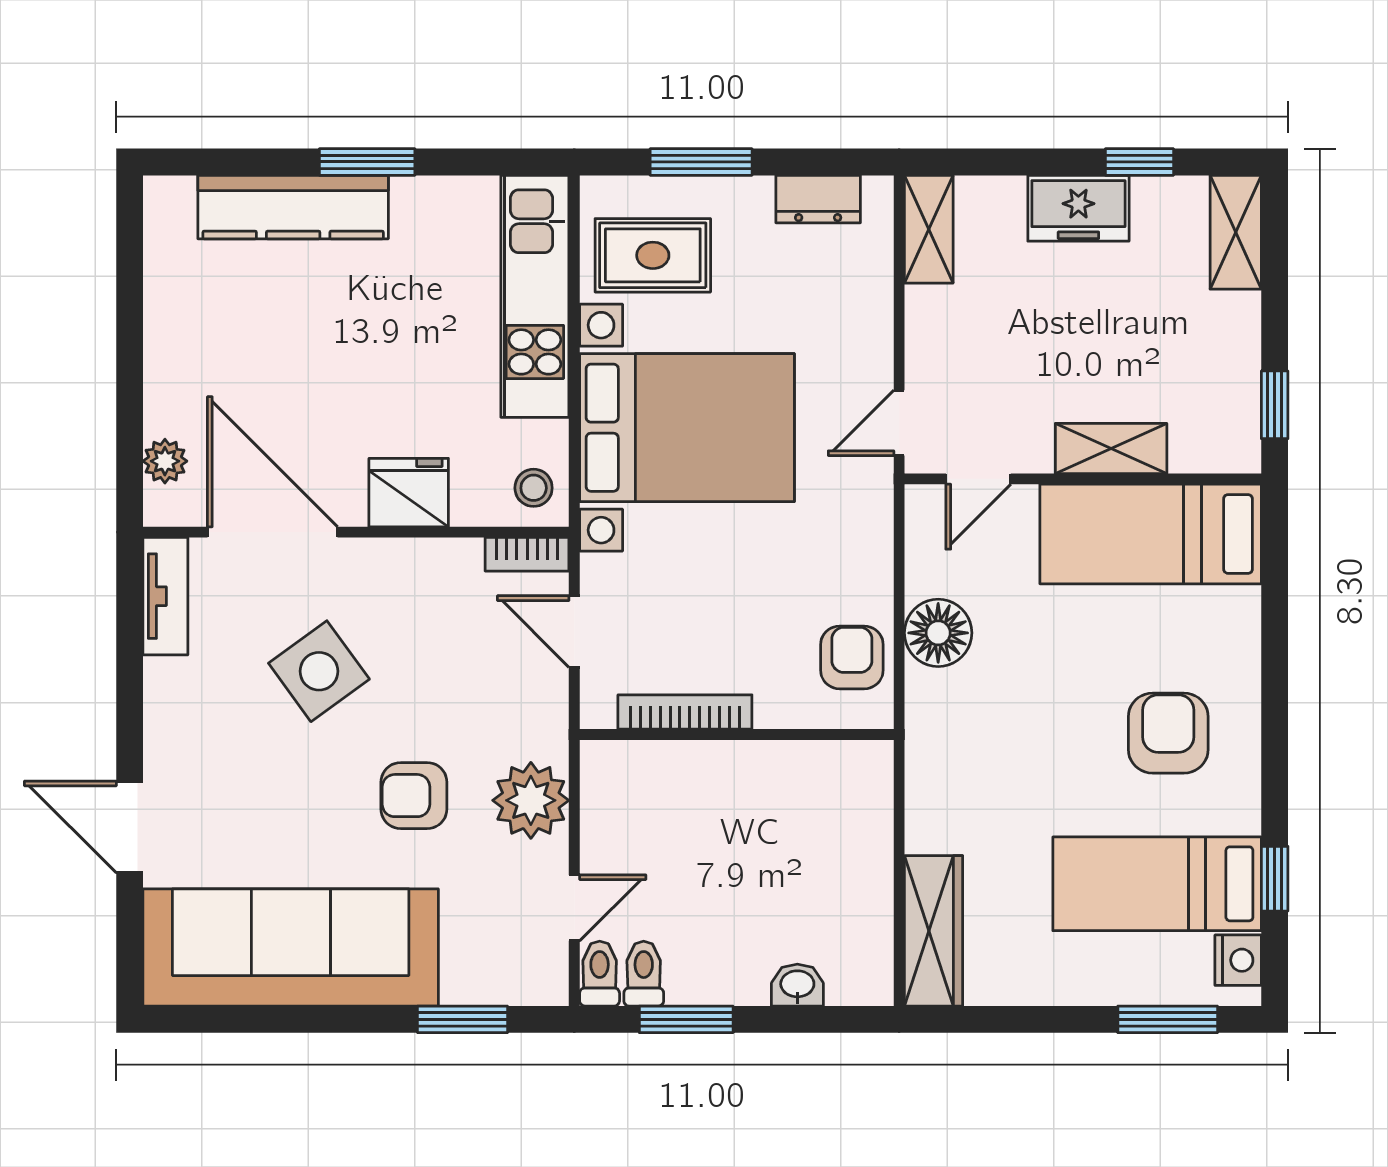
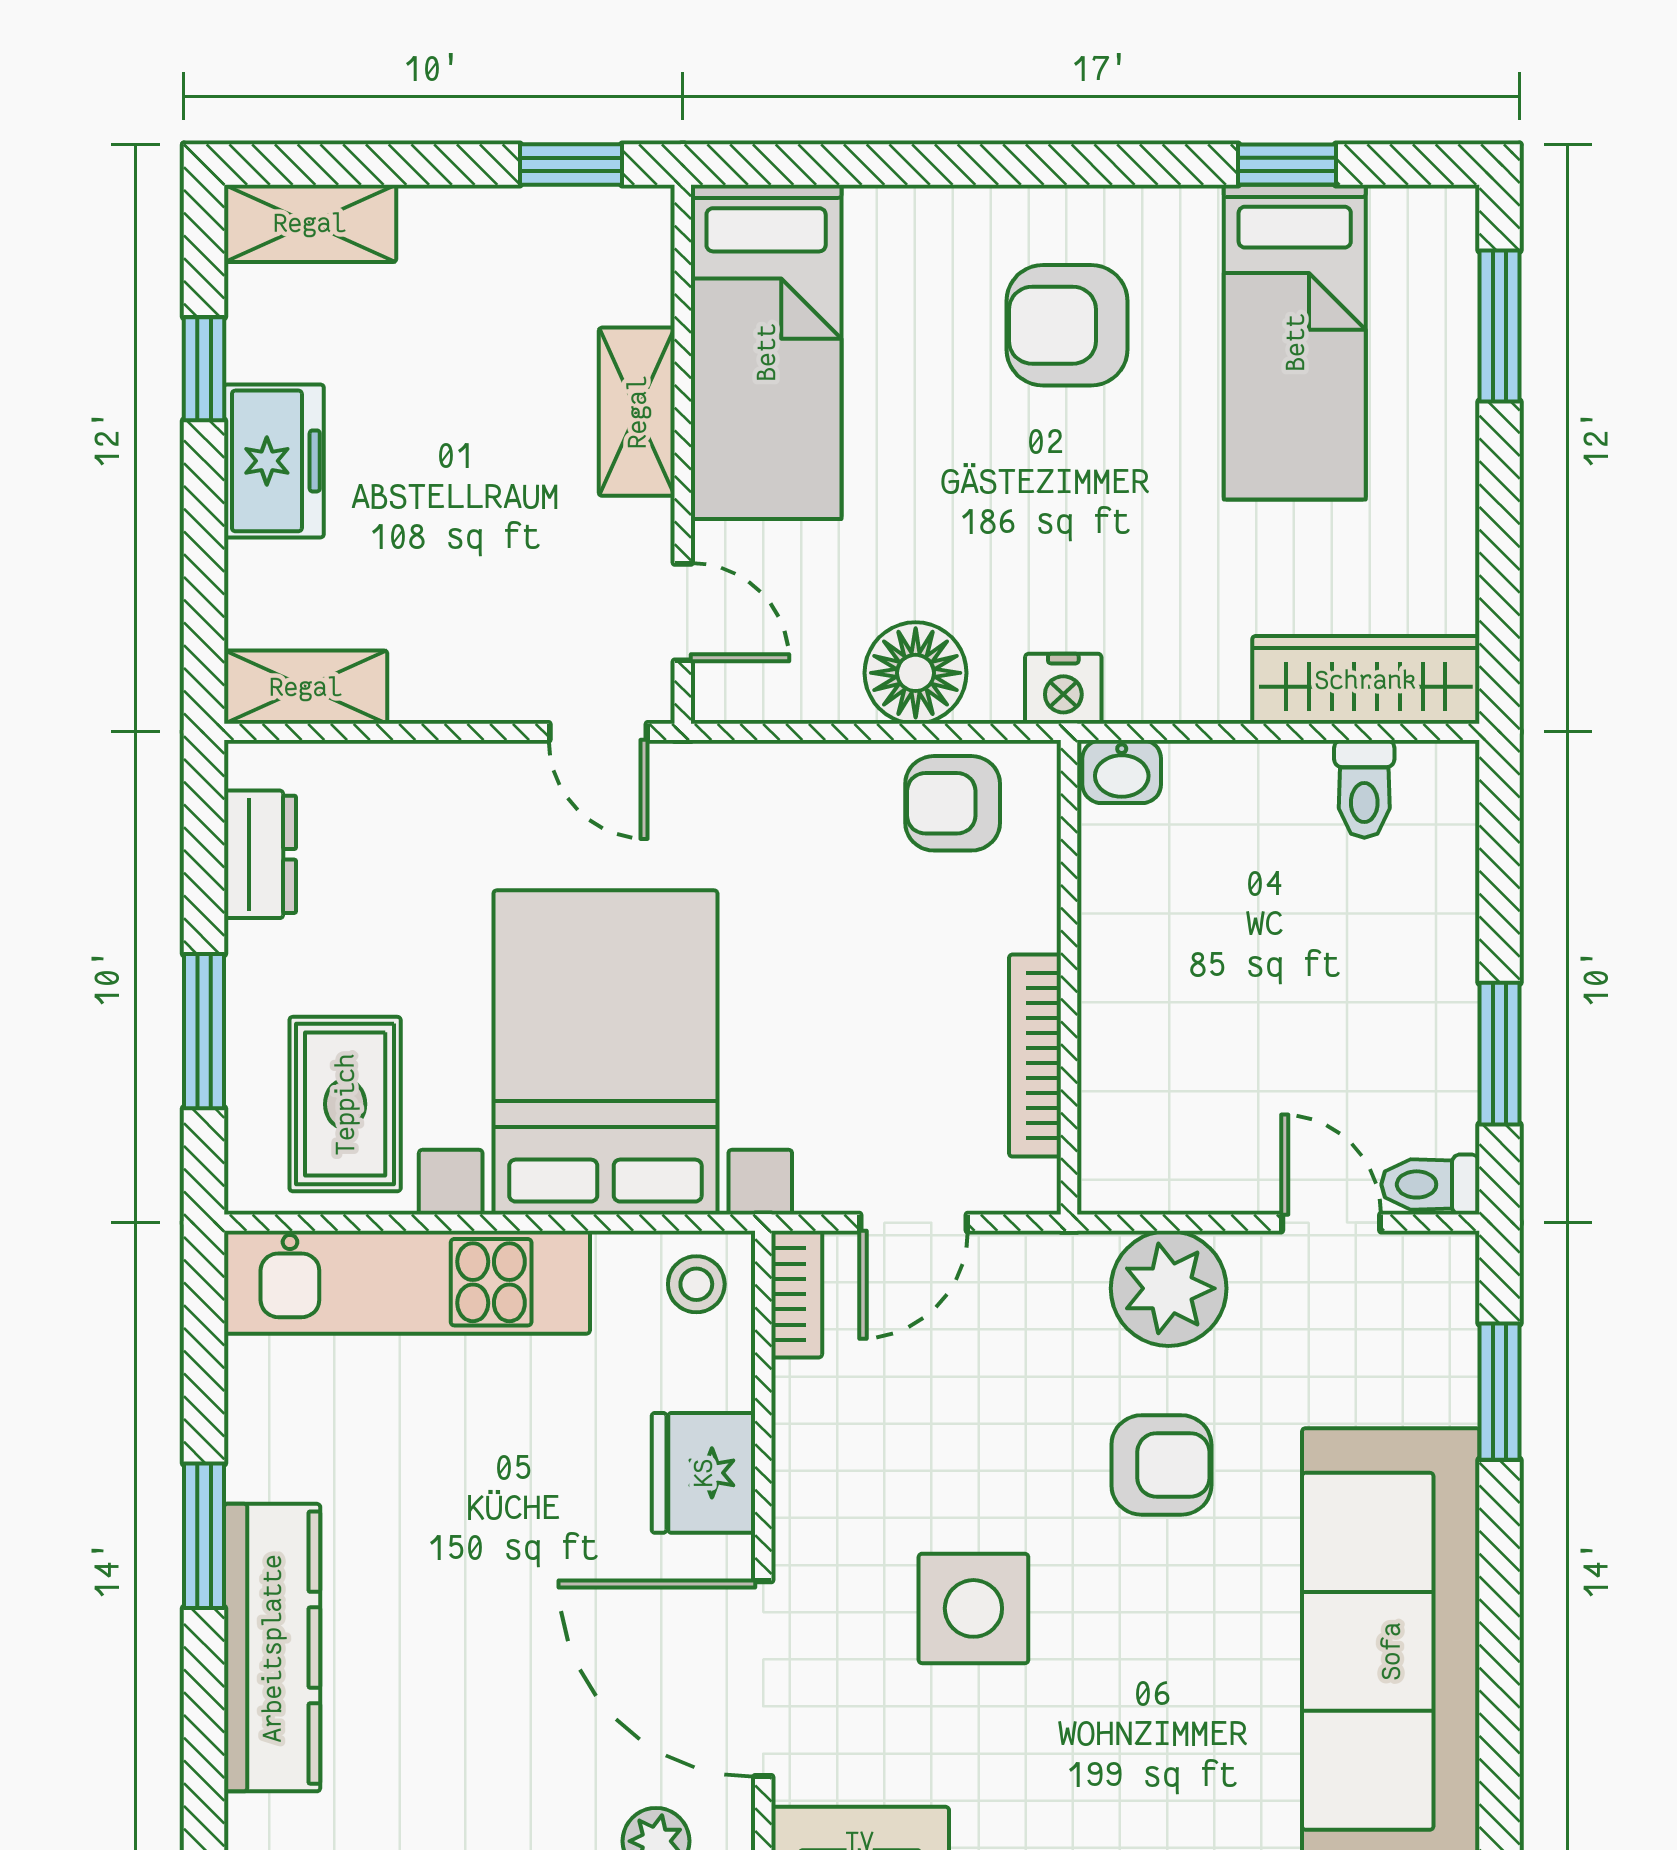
door: (272, 532) -> (763, 1679), hinge flipped
side table: (319, 671) -> (973, 1608), turned 36
armchair: (414, 796) -> (1161, 1465), turned -90
nightstand: (1238, 960) -> (1063, 689), moved, turned 180
toilet: (644, 974) -> (1364, 789), moved, turned -90
washbasin: (797, 985) -> (1122, 772), moved, turned -90

